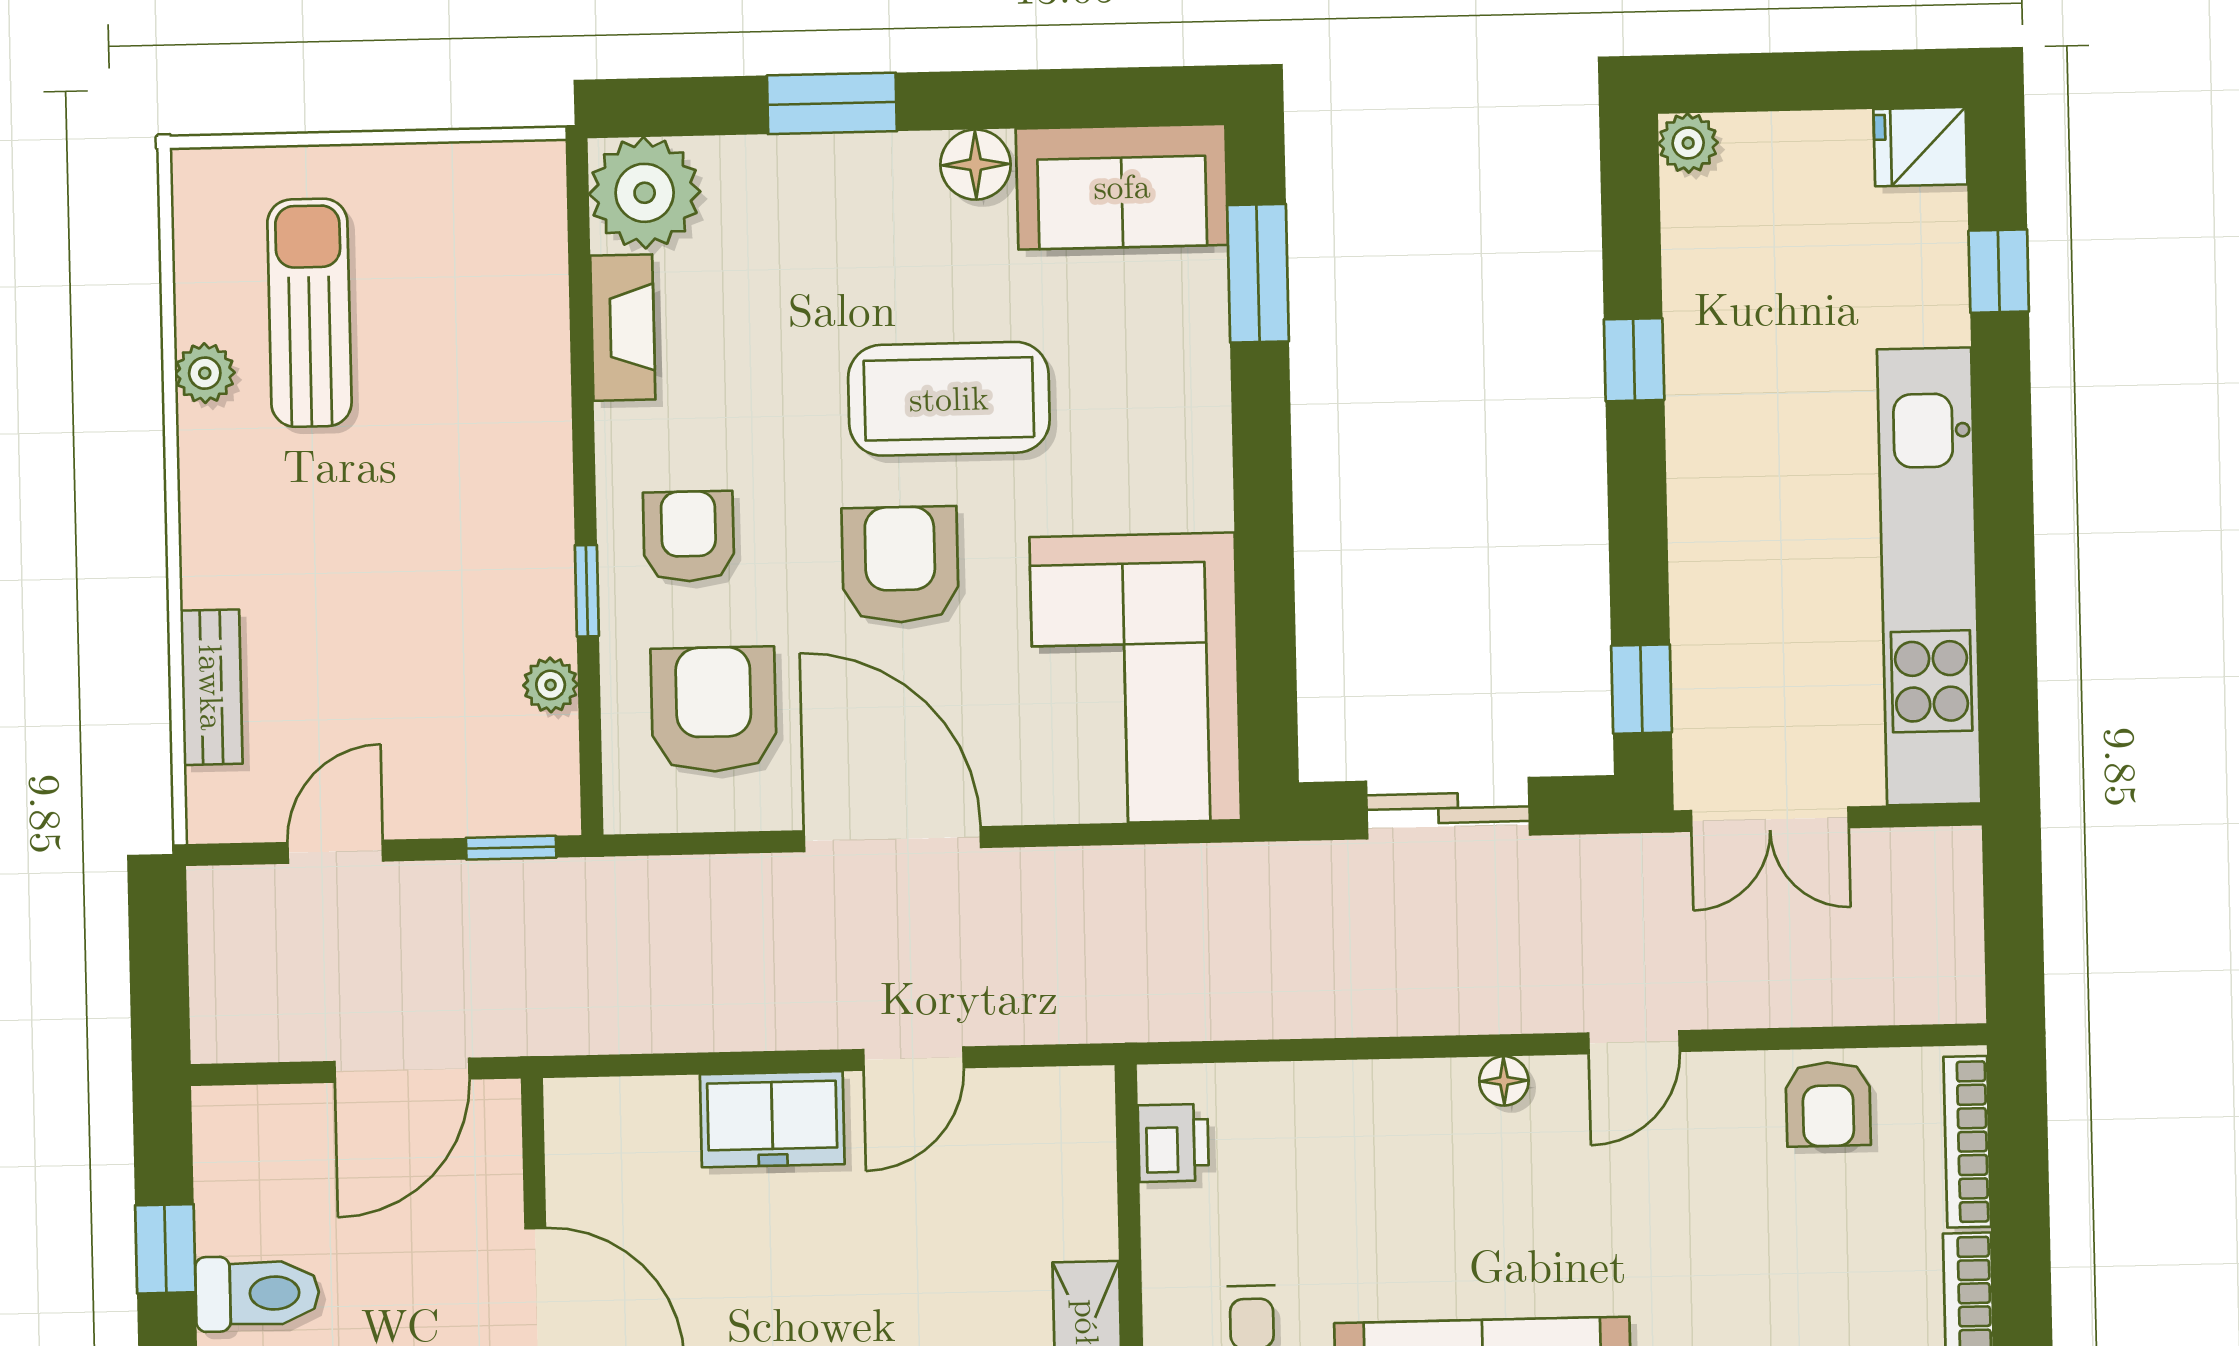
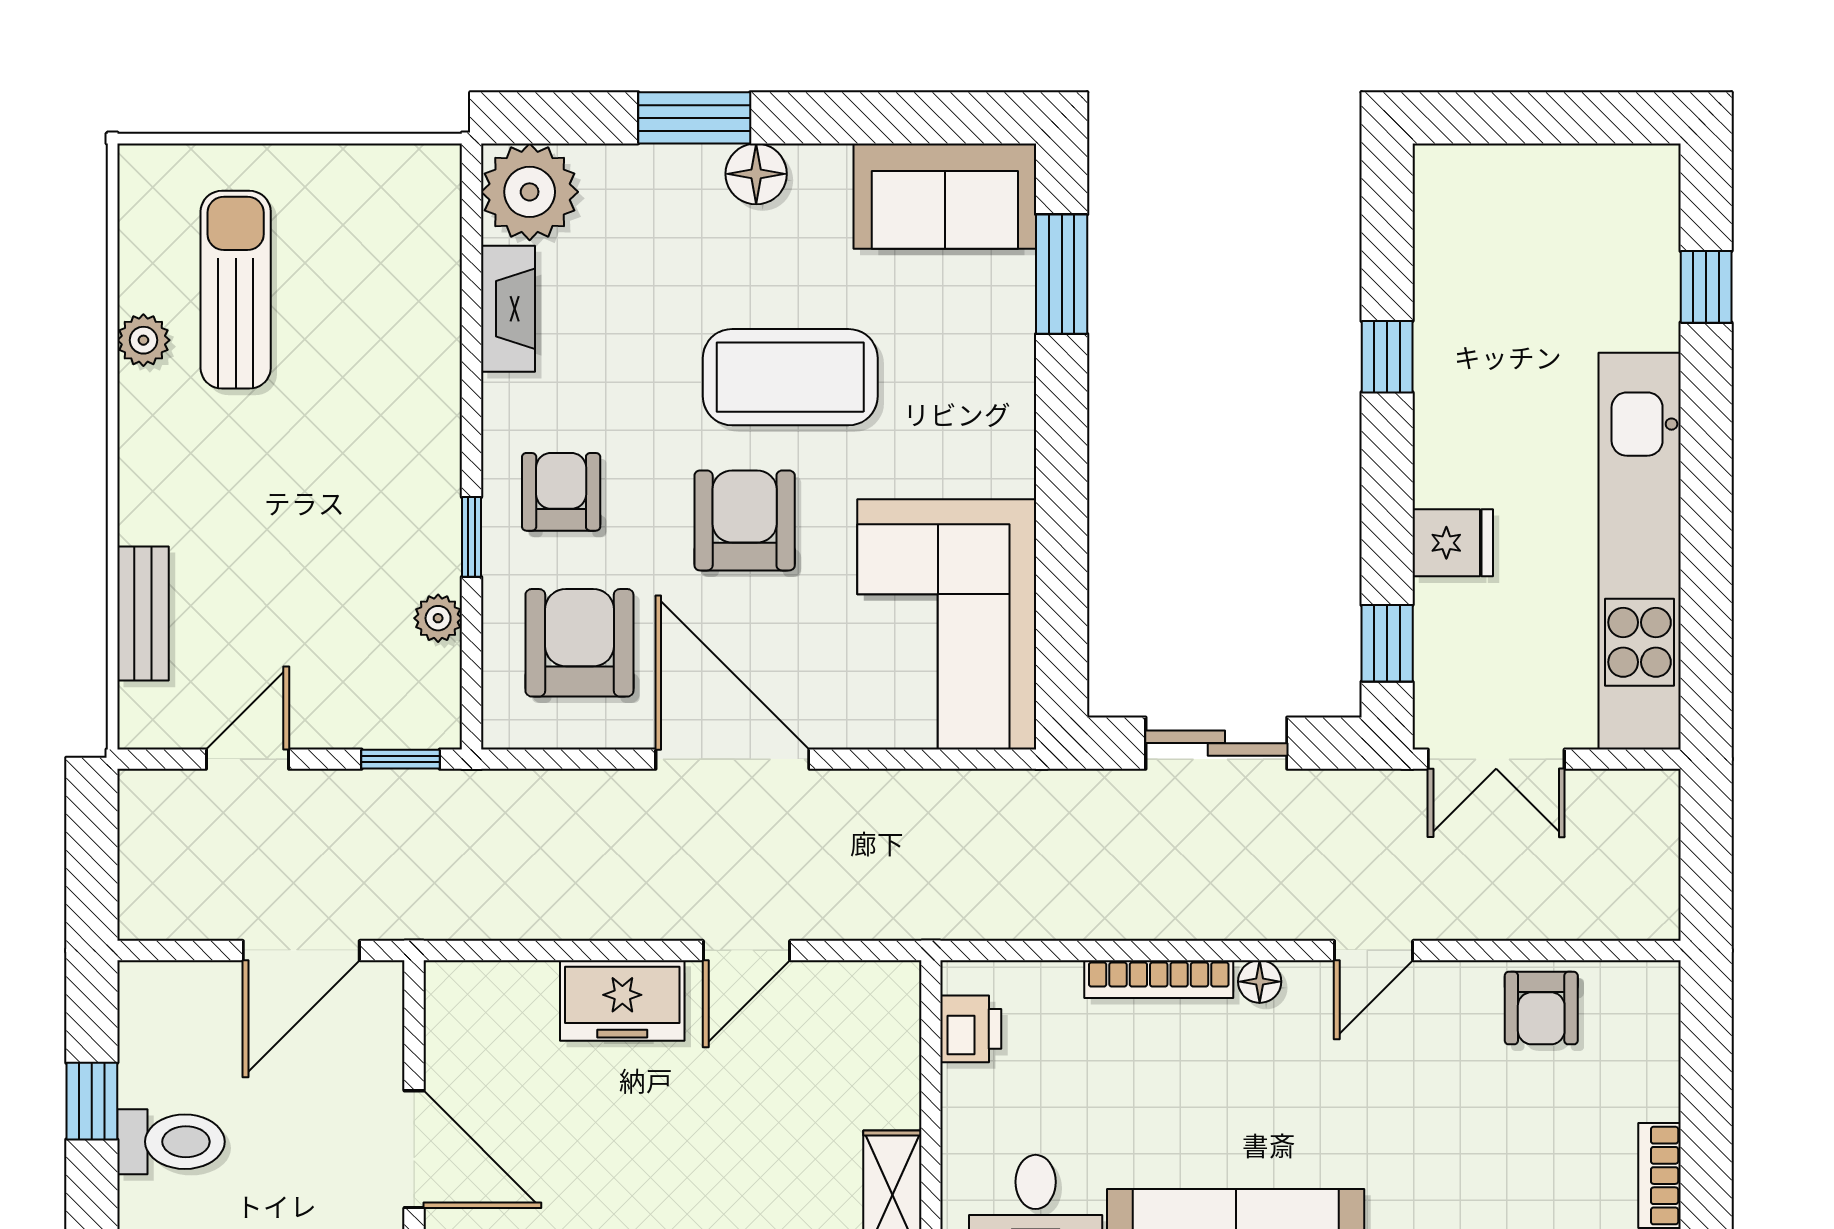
plant: (1688, 143) -> (1438, 169), removed
fridge: (1920, 147) -> (1453, 543), moved, turned 180
floor lamp: (976, 165) -> (756, 174), moved
bookcase: (1967, 1142) -> (1159, 979), moved, turned -90

